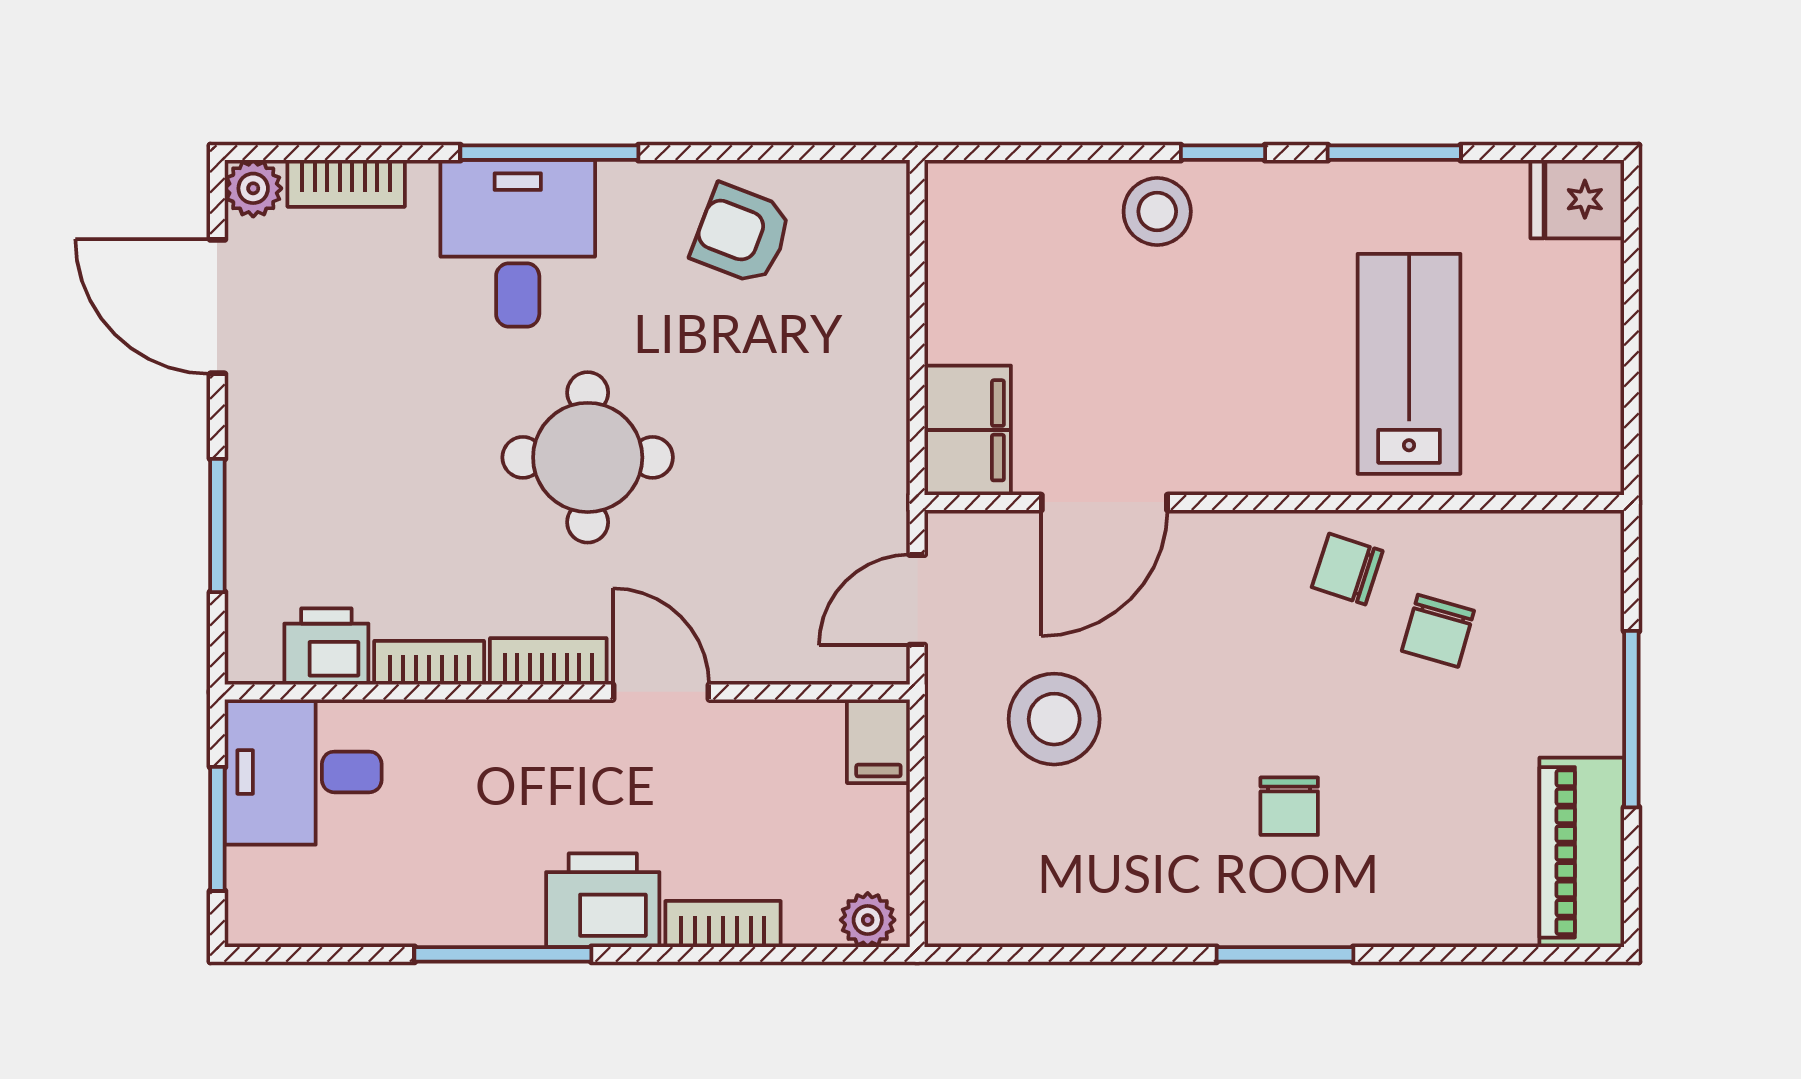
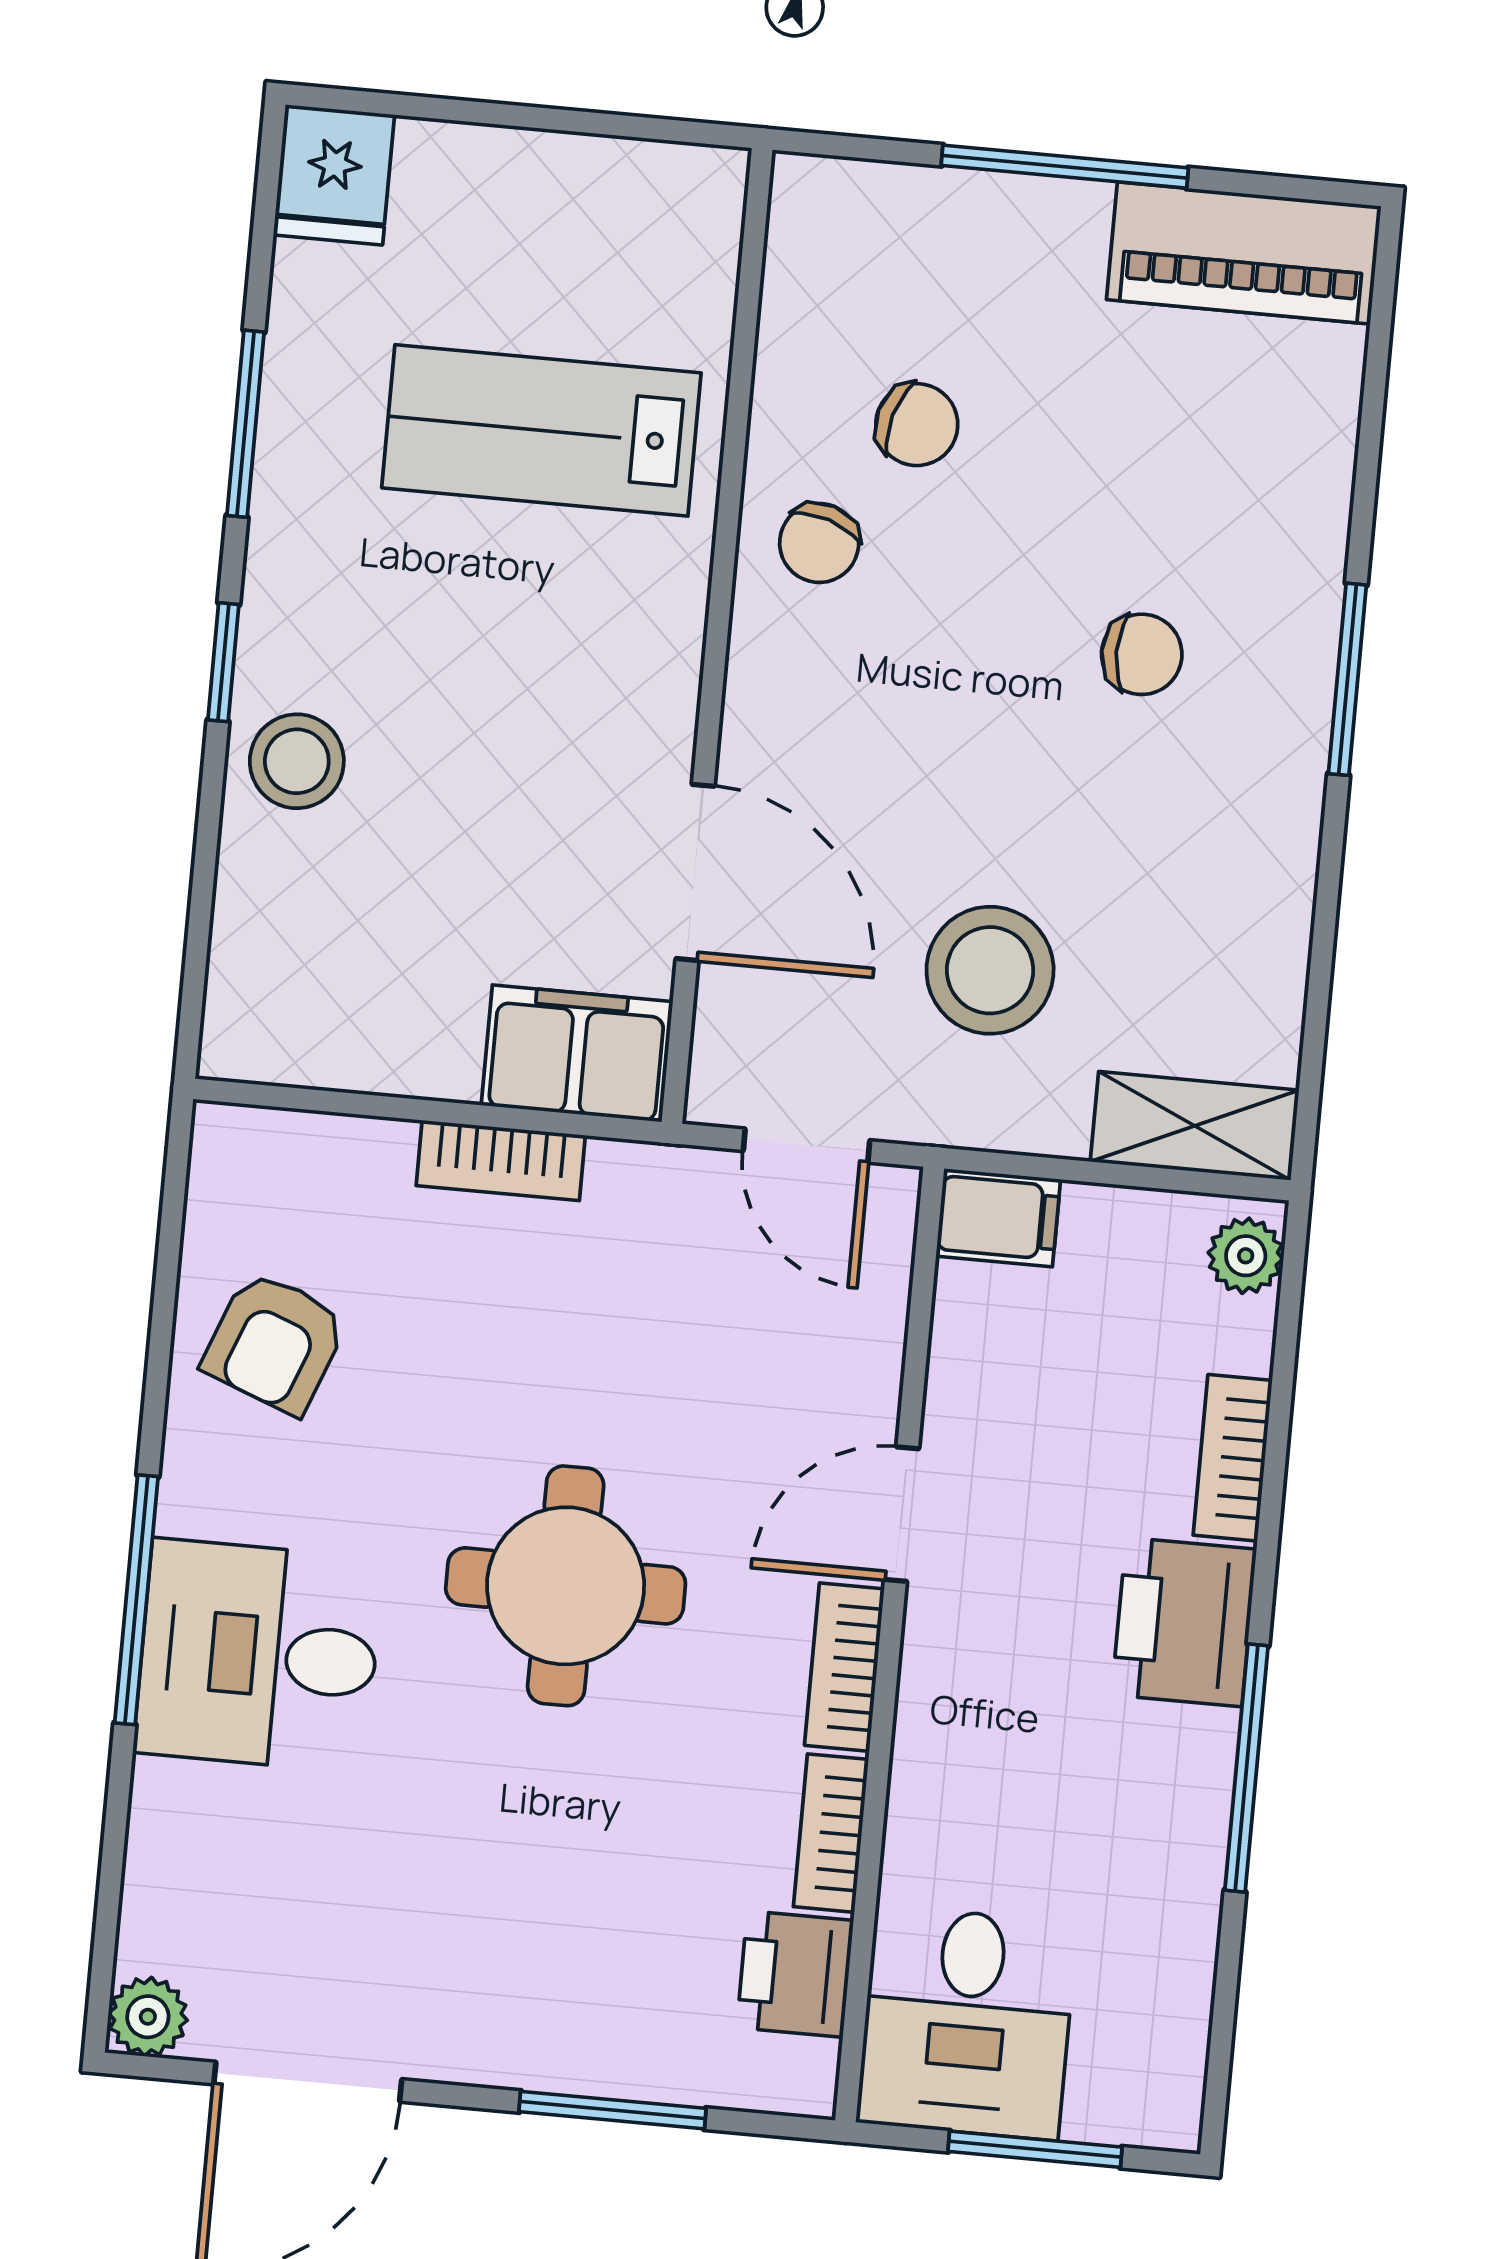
bookcase: (346, 183) -> (501, 1160), moved, turned 90
shelving: (957, 875) -> (1195, 1126), added

